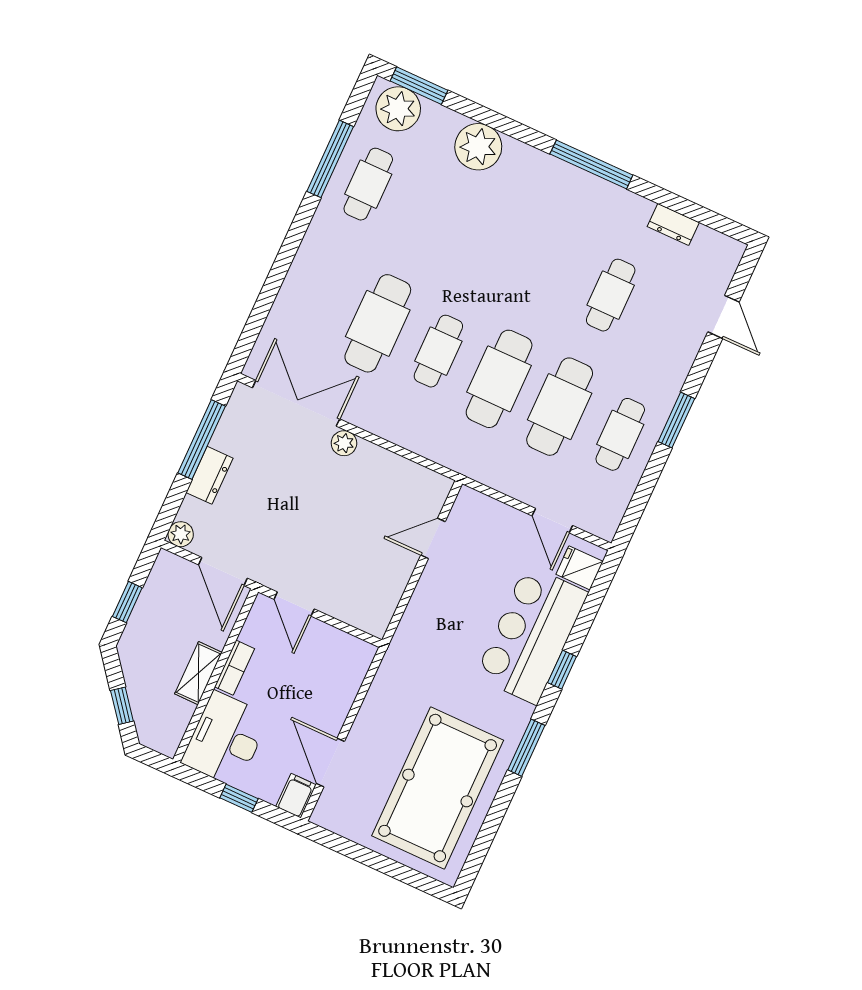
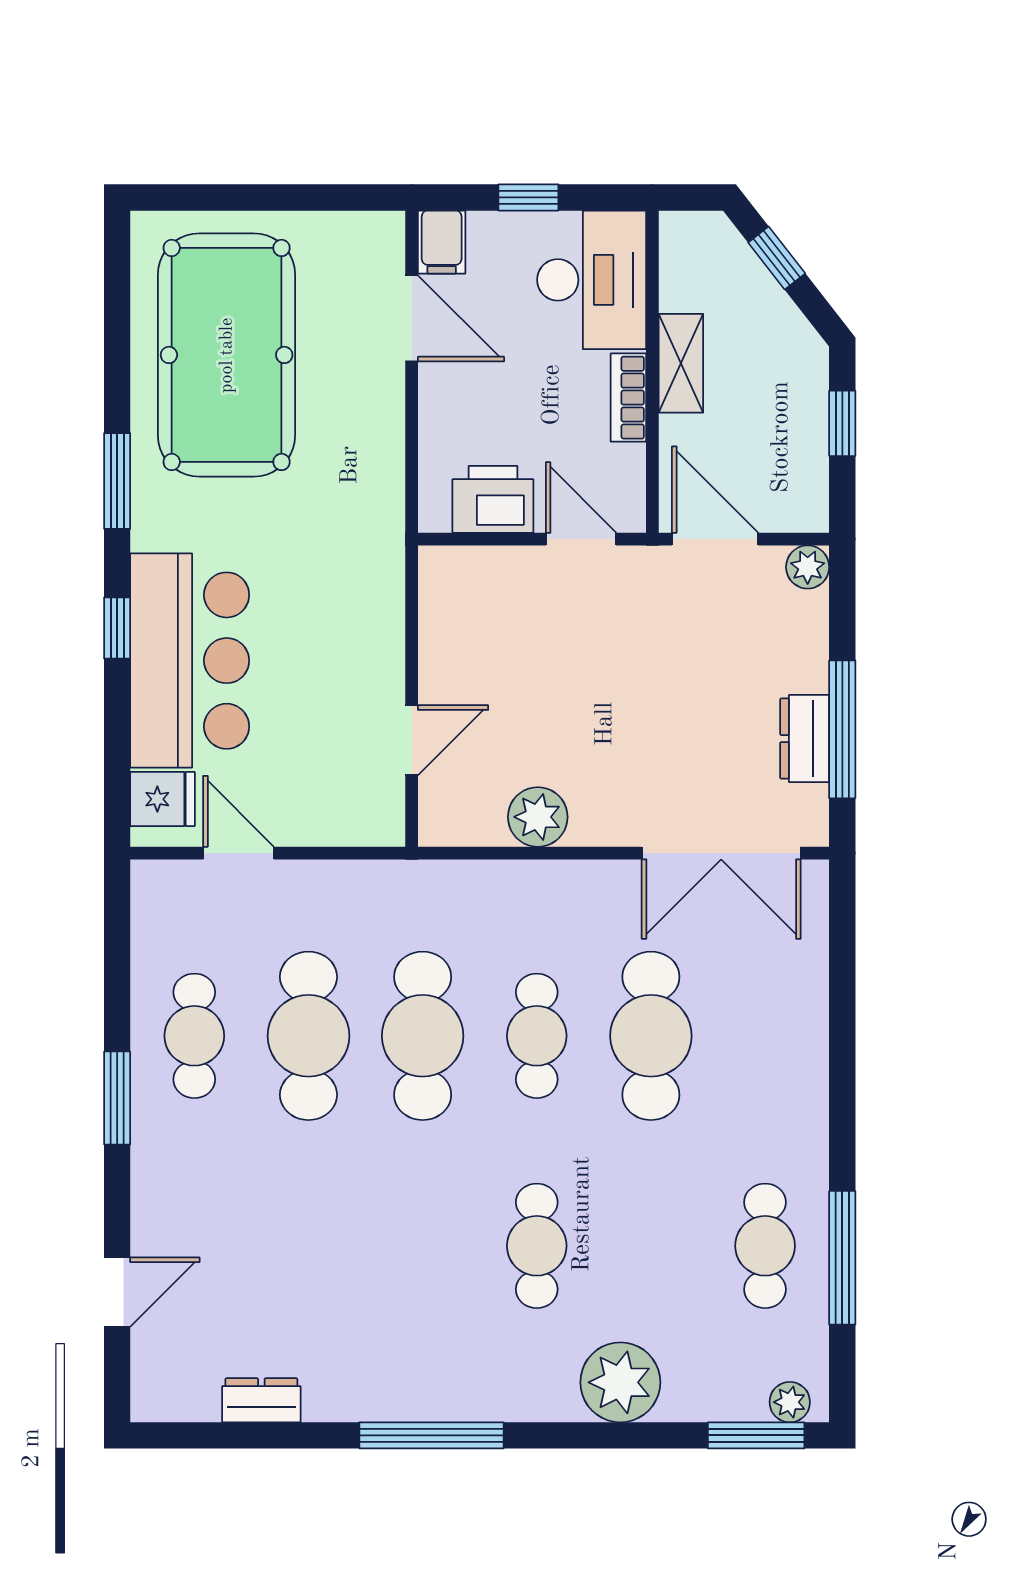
plant: (398, 109) -> (790, 1402), width x0.53, depth x0.53
cafe table: (611, 295) -> (537, 1246), moved
door: (724, 317) -> (117, 1292), swing flipped
plant: (344, 443) -> (538, 817), moved, width x1.38, depth x1.38
dresser: (209, 475) -> (805, 739), moved
printer: (331, 647) -> (493, 499), added

